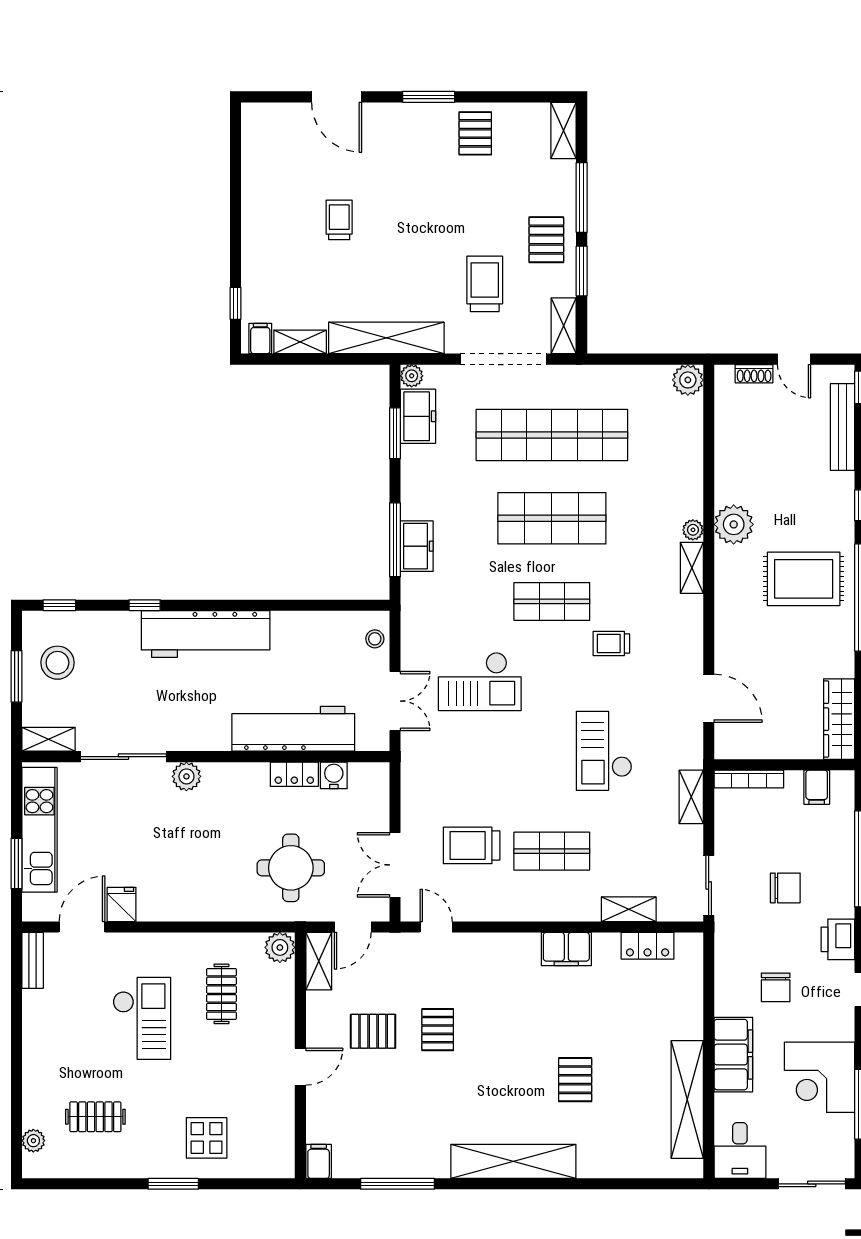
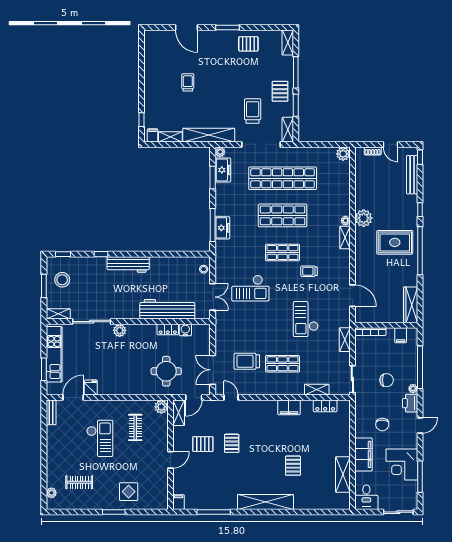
pallet: (475, 133) -> (248, 44), turned 90
workbench: (206, 634) -> (128, 264), width x0.73, depth x0.76
plant: (845, 907) -> (413, 389), added
shelving: (687, 1100) -> (343, 475), width x0.68

